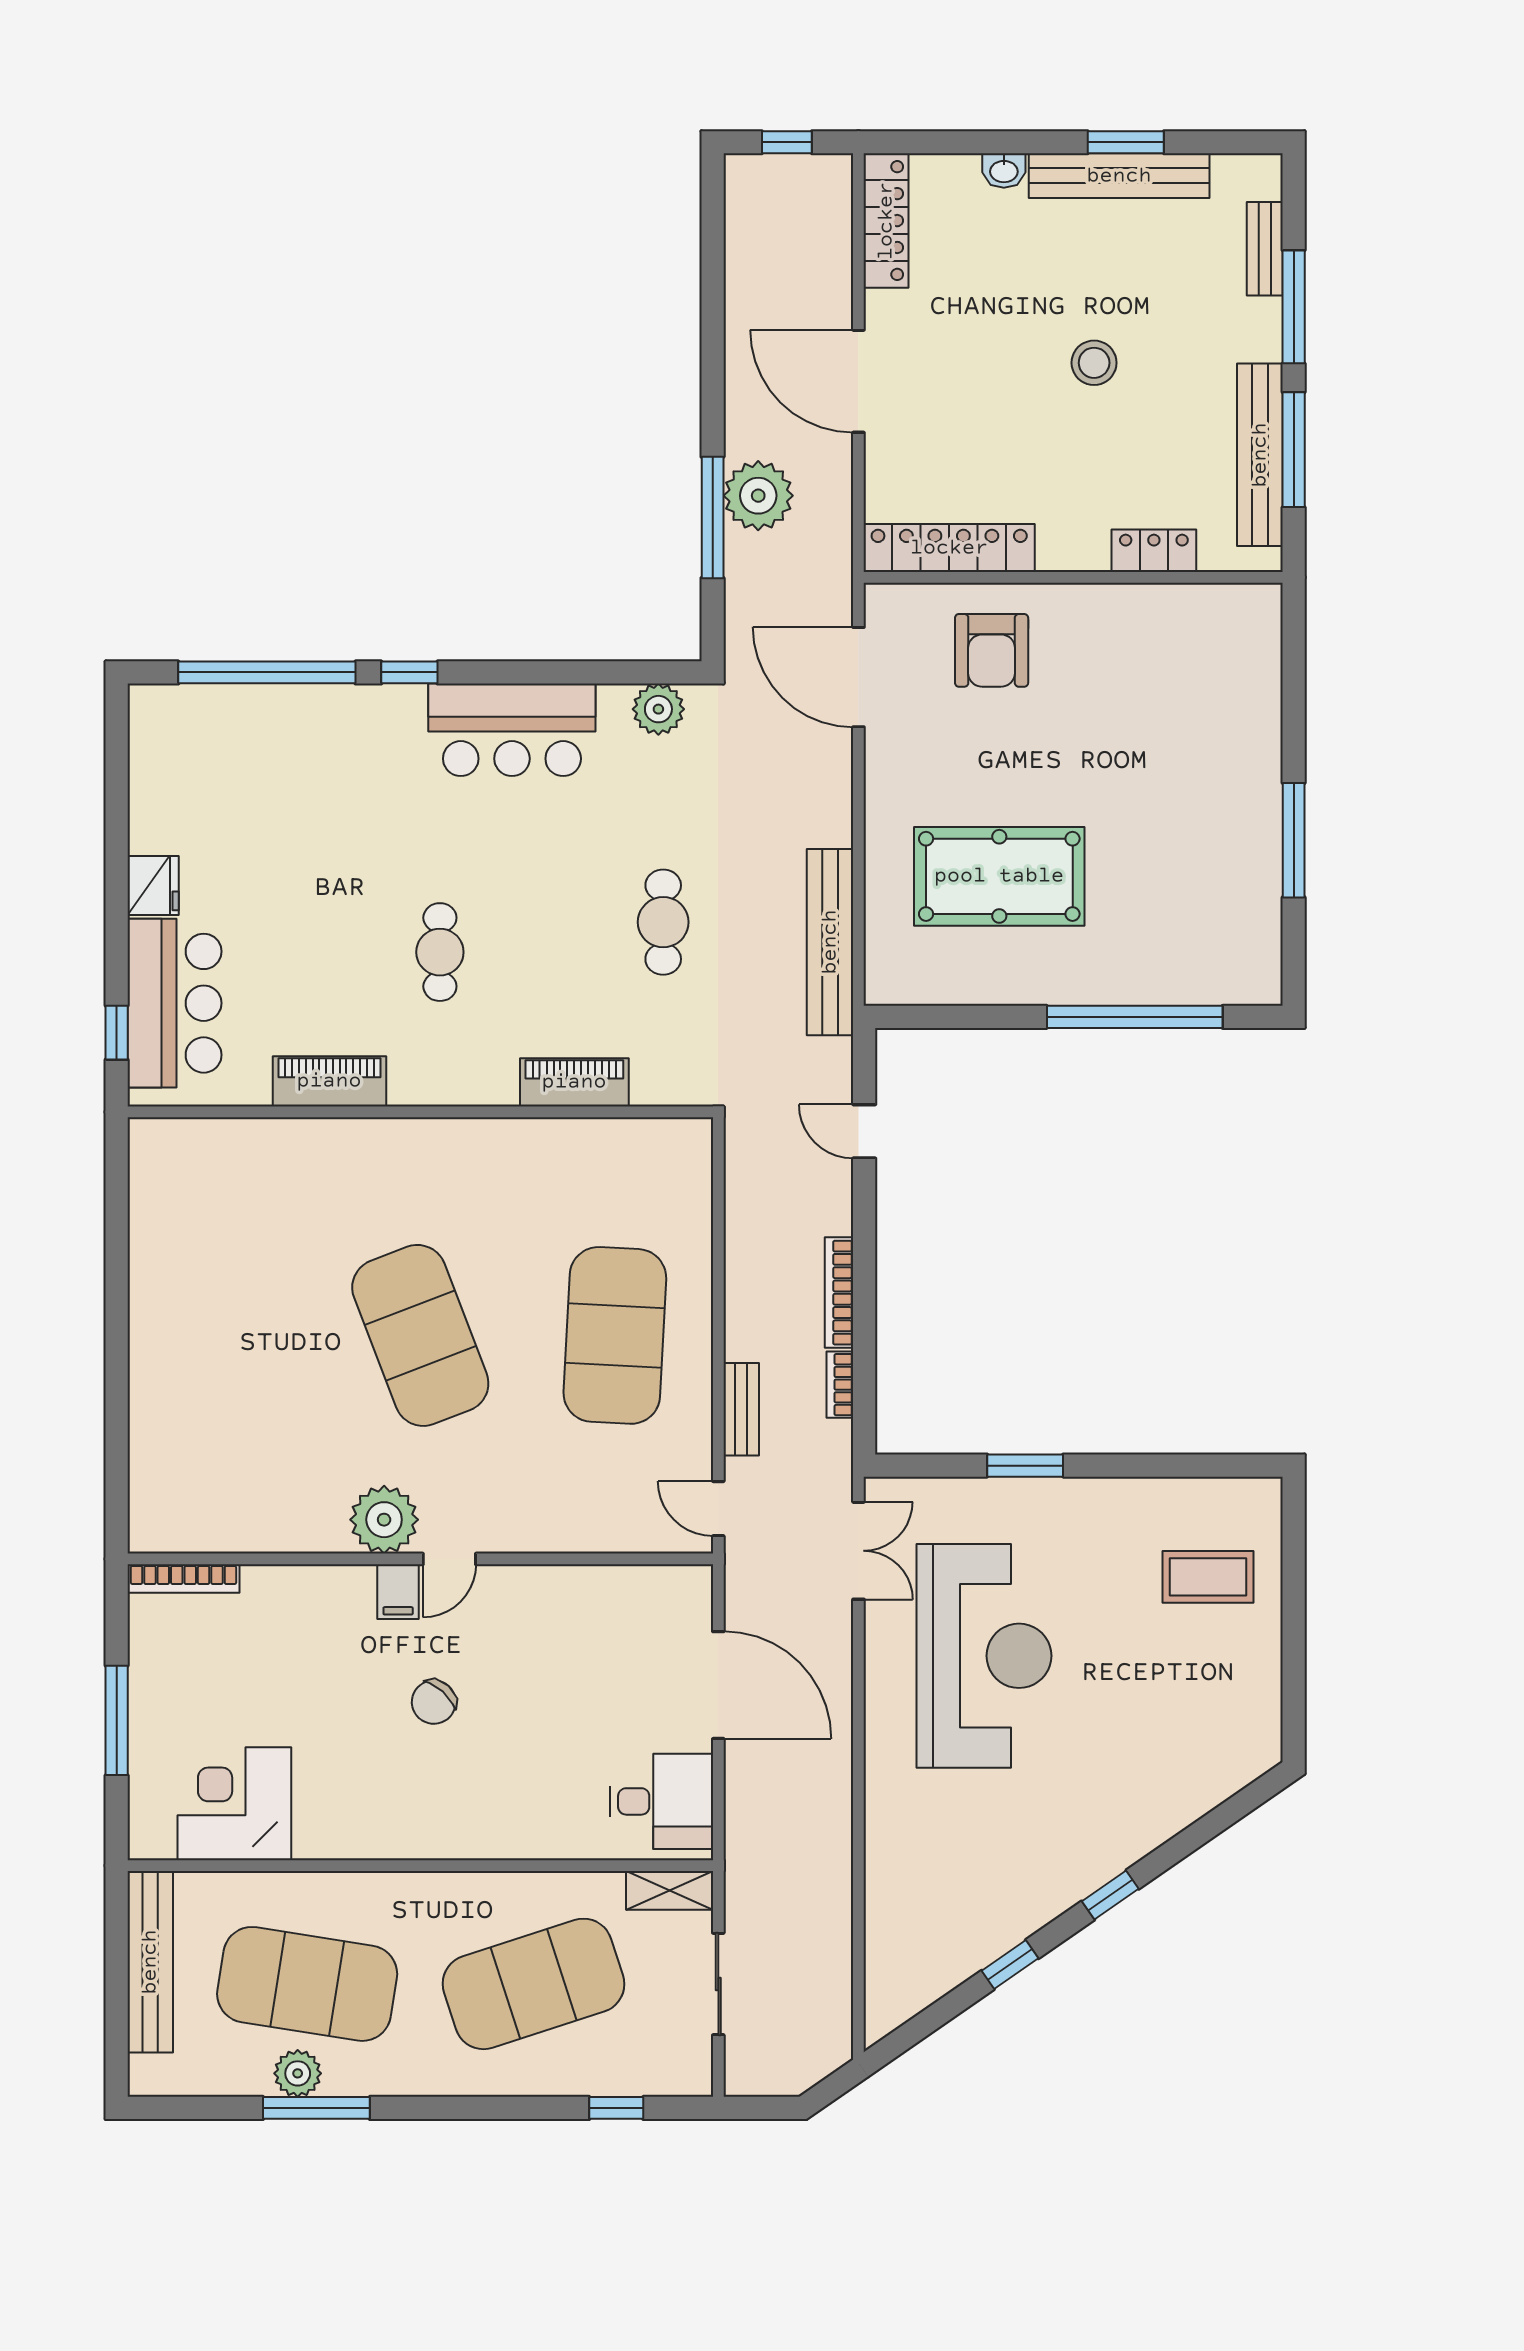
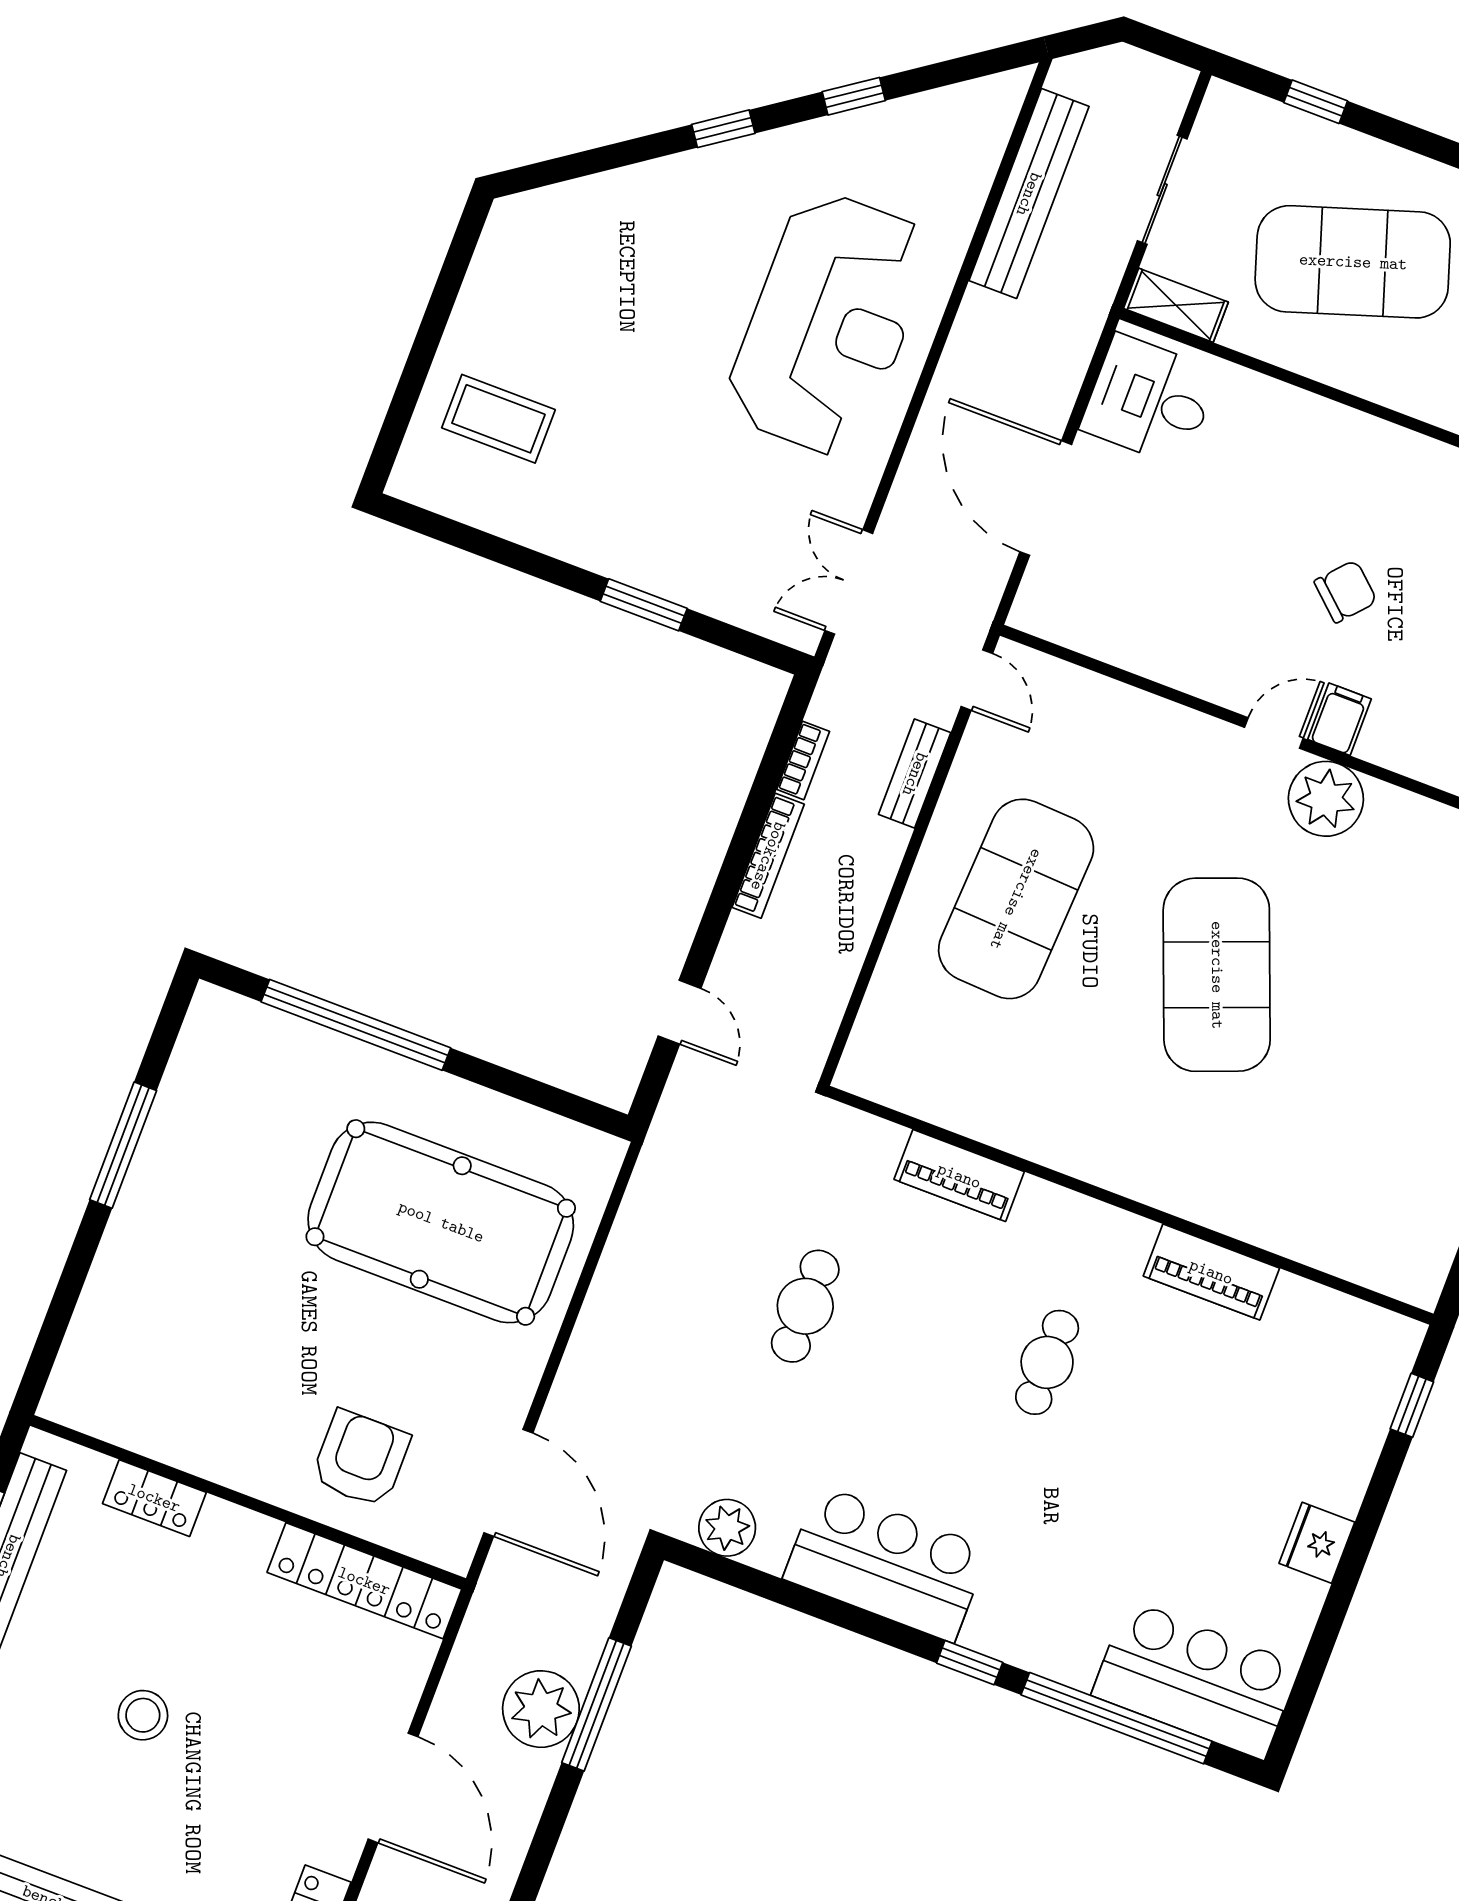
pool table: (999, 876) -> (441, 1222), width x1.36, depth x1.32
bench: (830, 942) -> (1029, 194), moved
bar counter: (175, 1003) -> (1196, 1680), moved, turned 90
reception desk: (984, 1656) -> (829, 324), moved, turned 180

